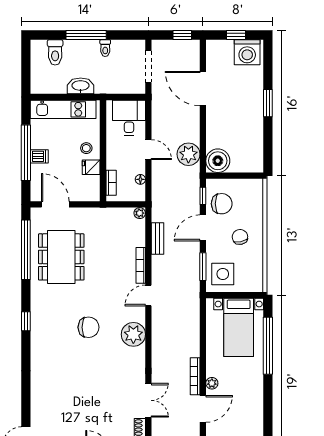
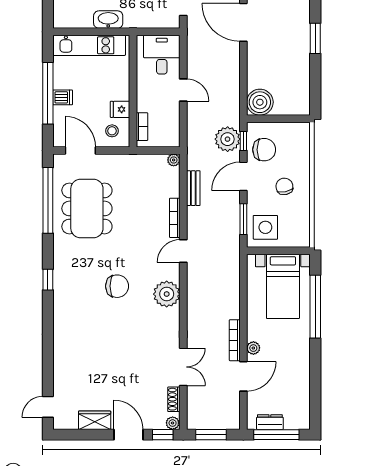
stool: (86, 148) -> (112, 131), moved
plant: (188, 154) -> (228, 139), moved
floor lamp: (140, 179) -> (174, 123), removed

